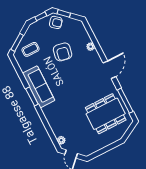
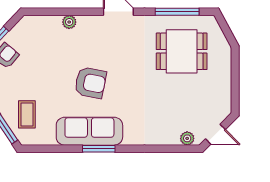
armchair: (63, 52) -> (90, 83), moved
dining table: (106, 114) -> (182, 51), width x0.73

